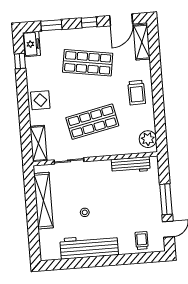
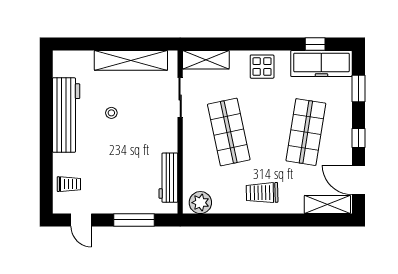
freezer: (32, 44) -> (321, 64), width x1.91, depth x1.26
window: (166, 199) -> (134, 220), moved

